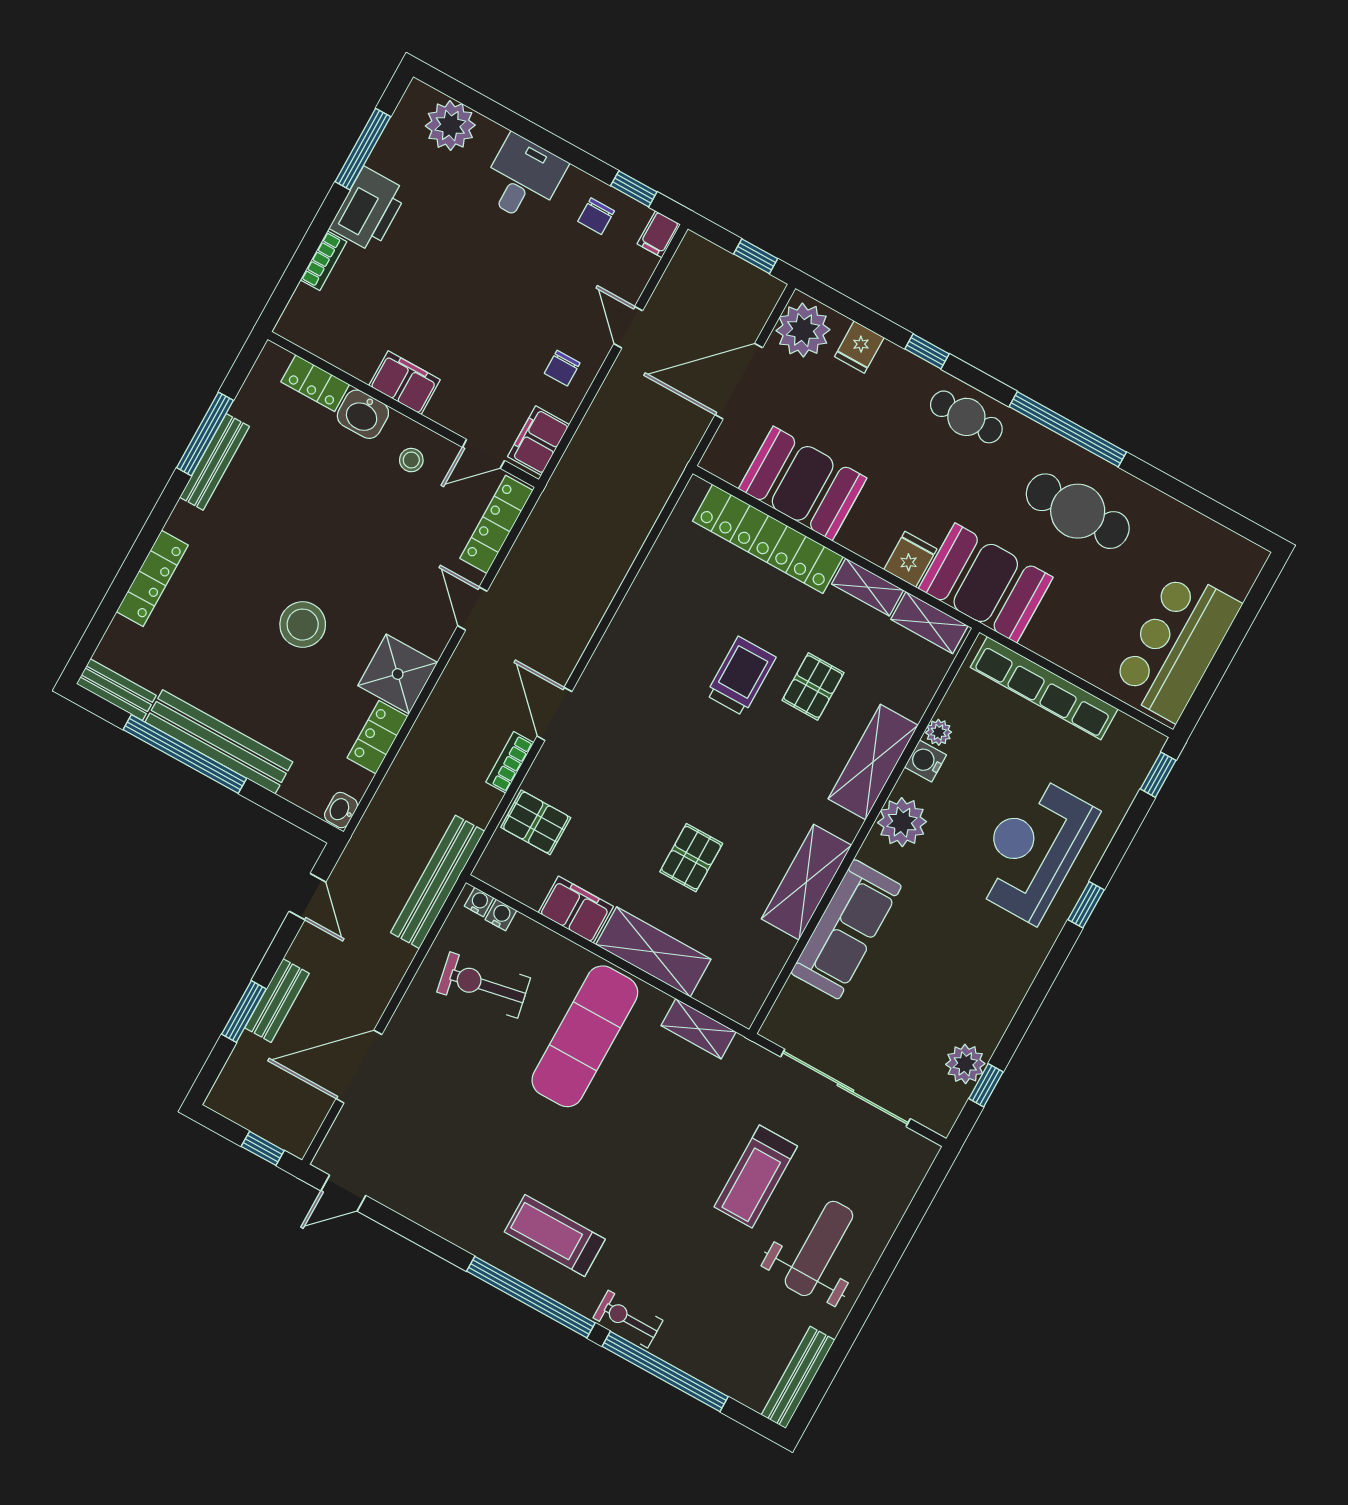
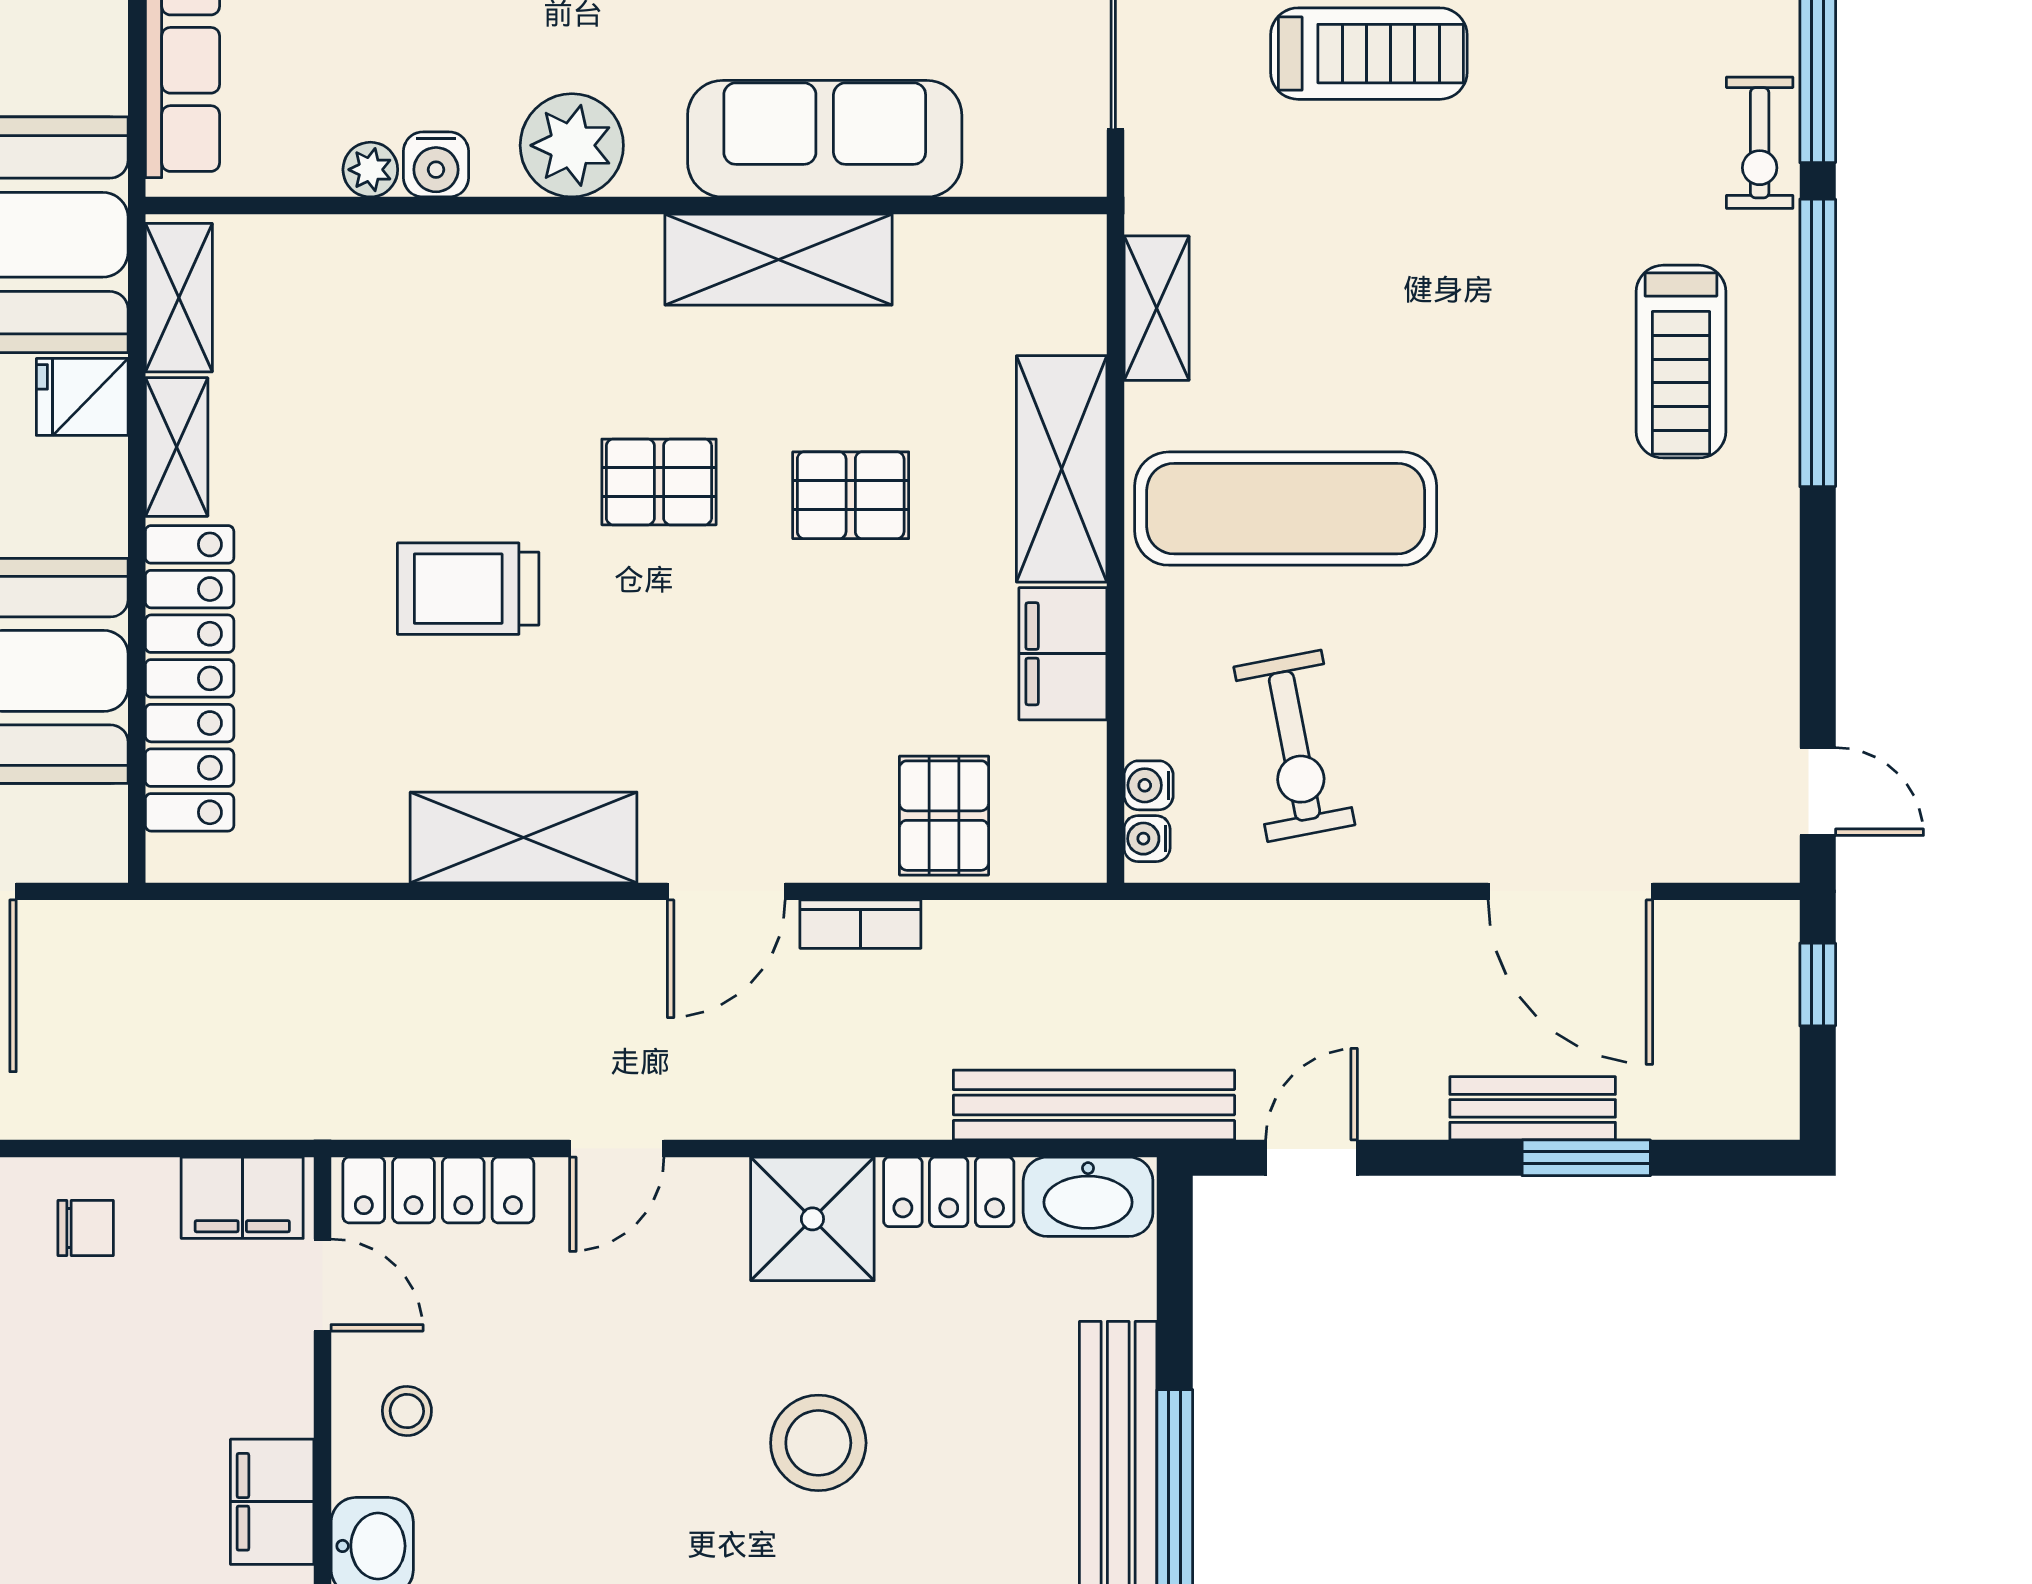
pallet: (813, 687) -> (659, 482), moved
shelving: (873, 762) -> (524, 837), moved
washbasin: (341, 810) -> (1088, 1197), width x1.91, depth x1.45
bench: (438, 882) -> (1094, 1105), moved

